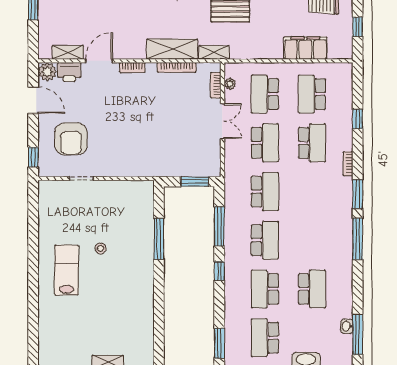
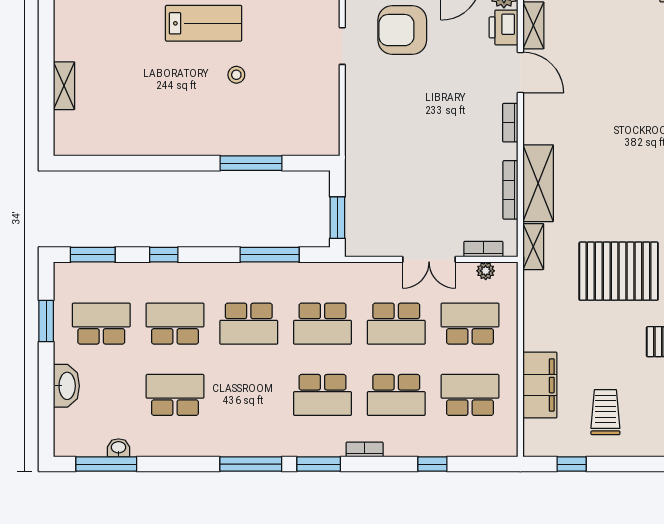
school desk: (312, 192) -> (323, 395), added
window: (219, 271) -> (164, 255), moved
school desk: (312, 289) -> (175, 395), turned 180

